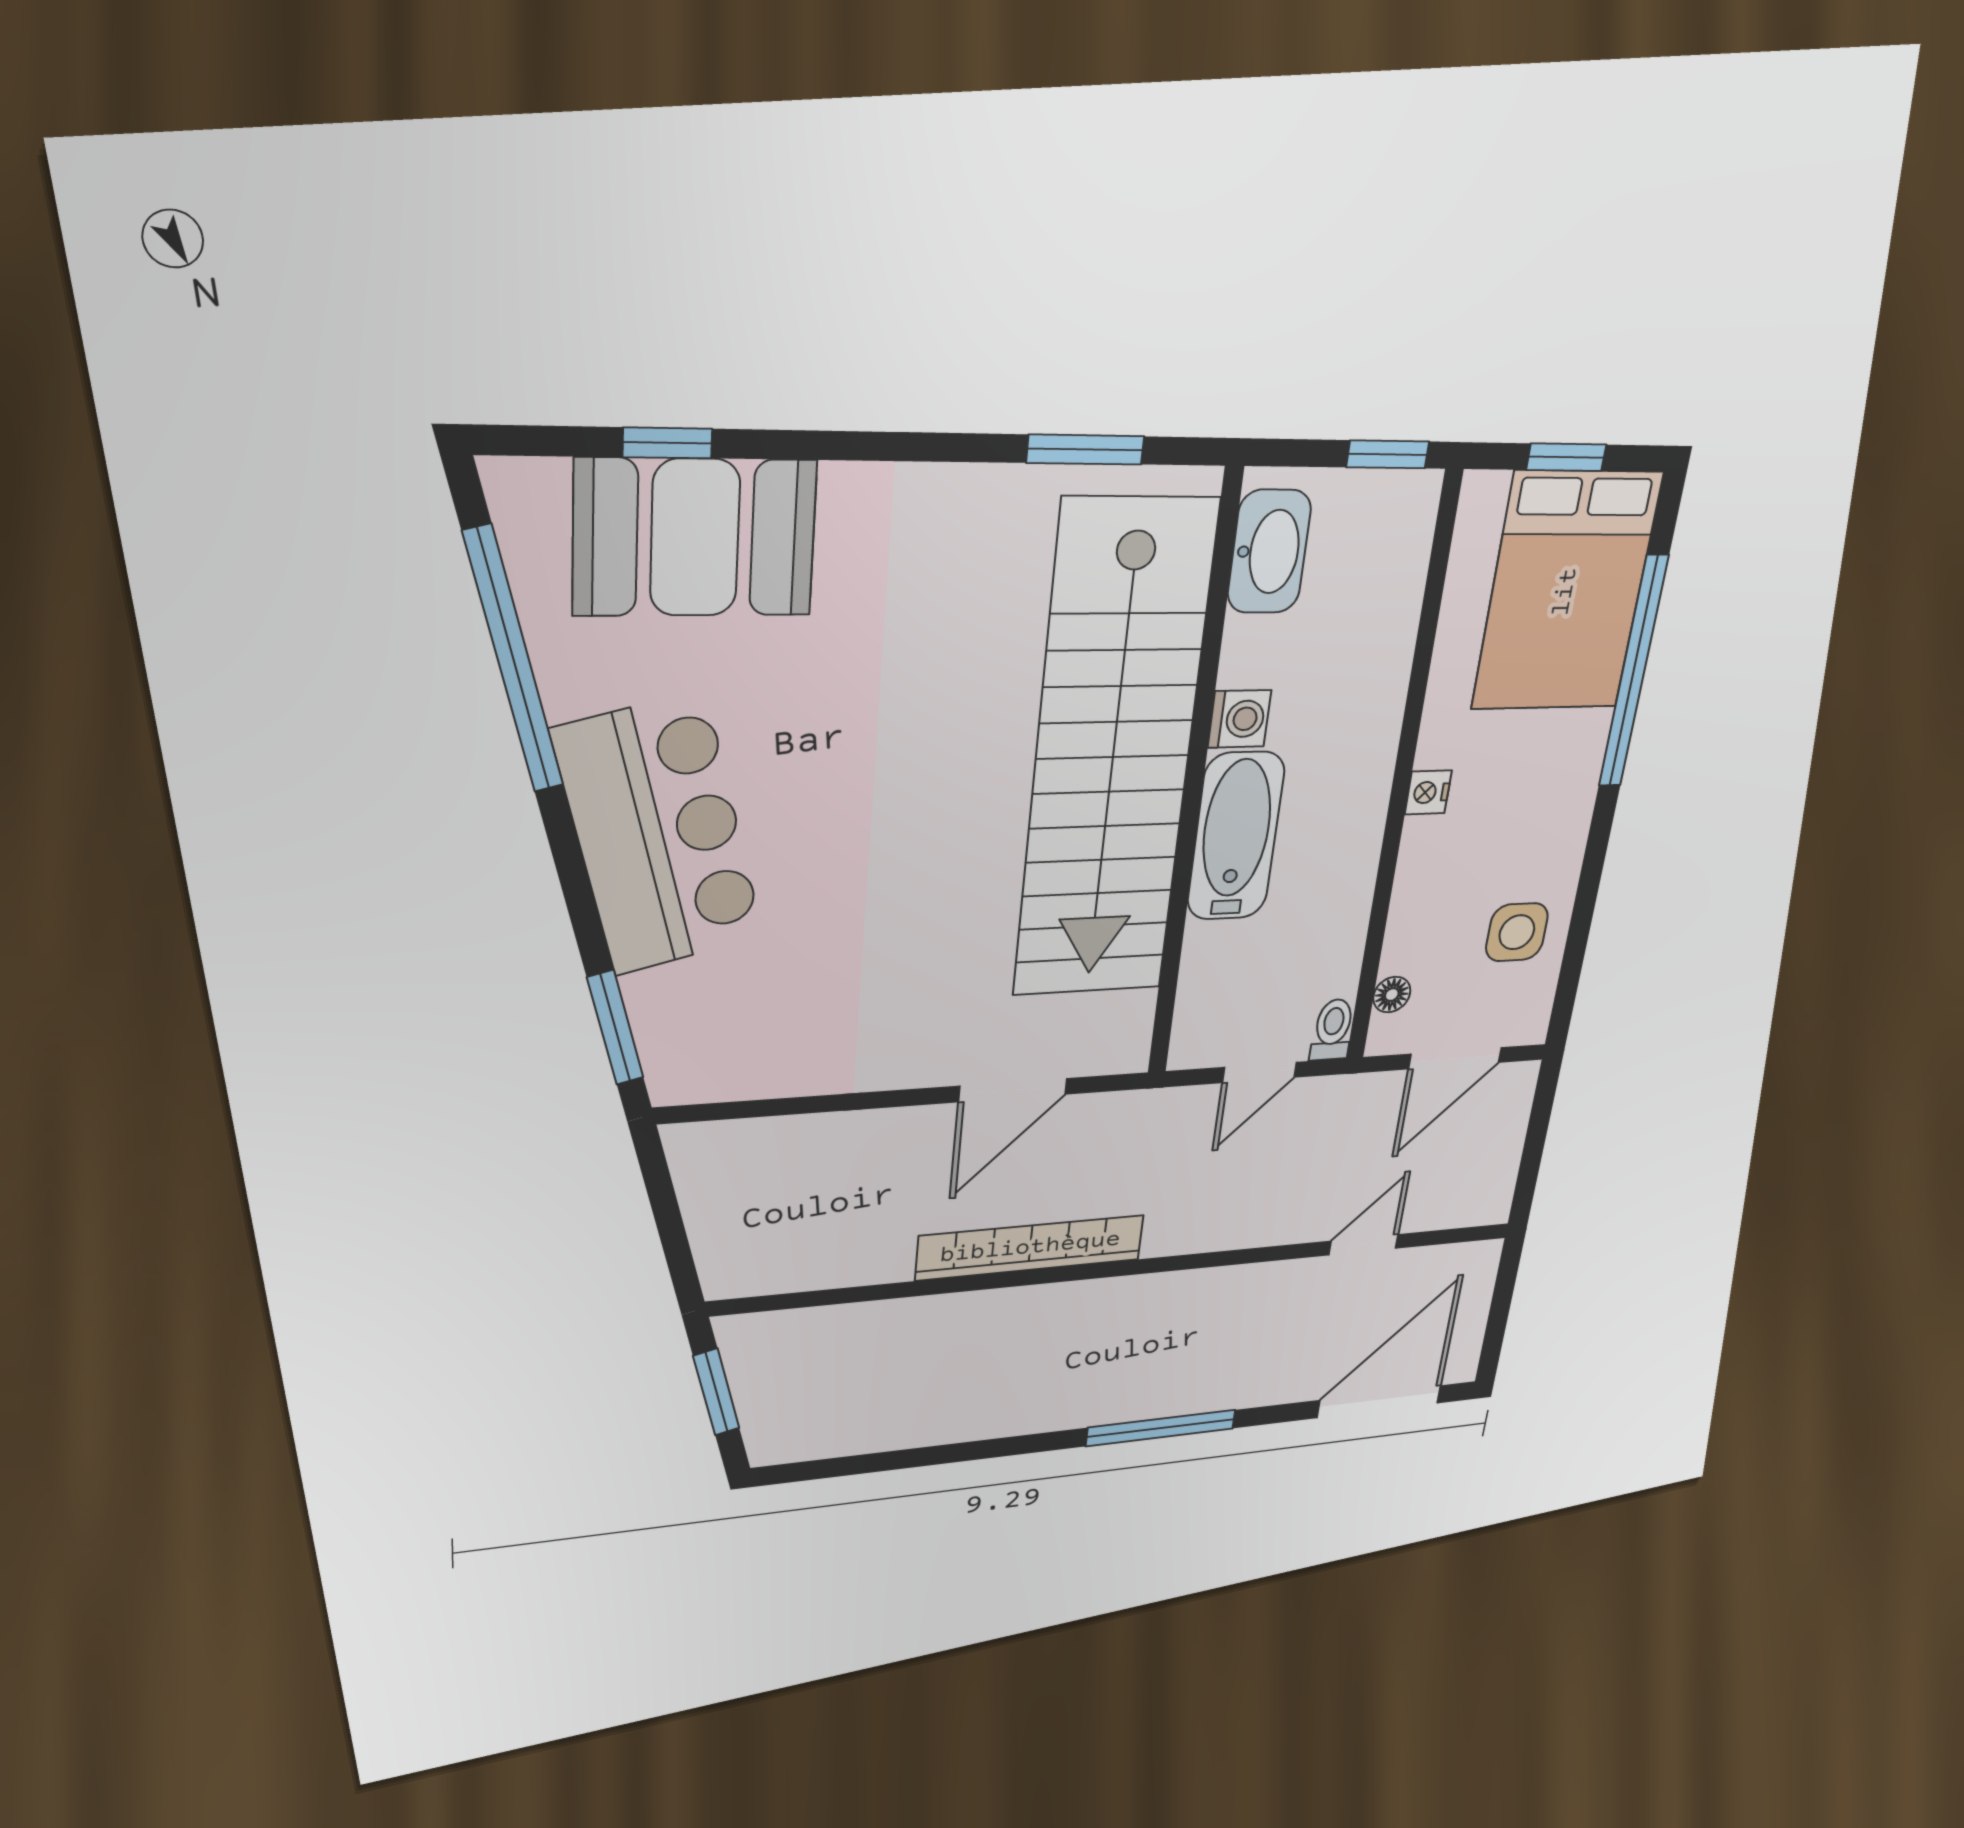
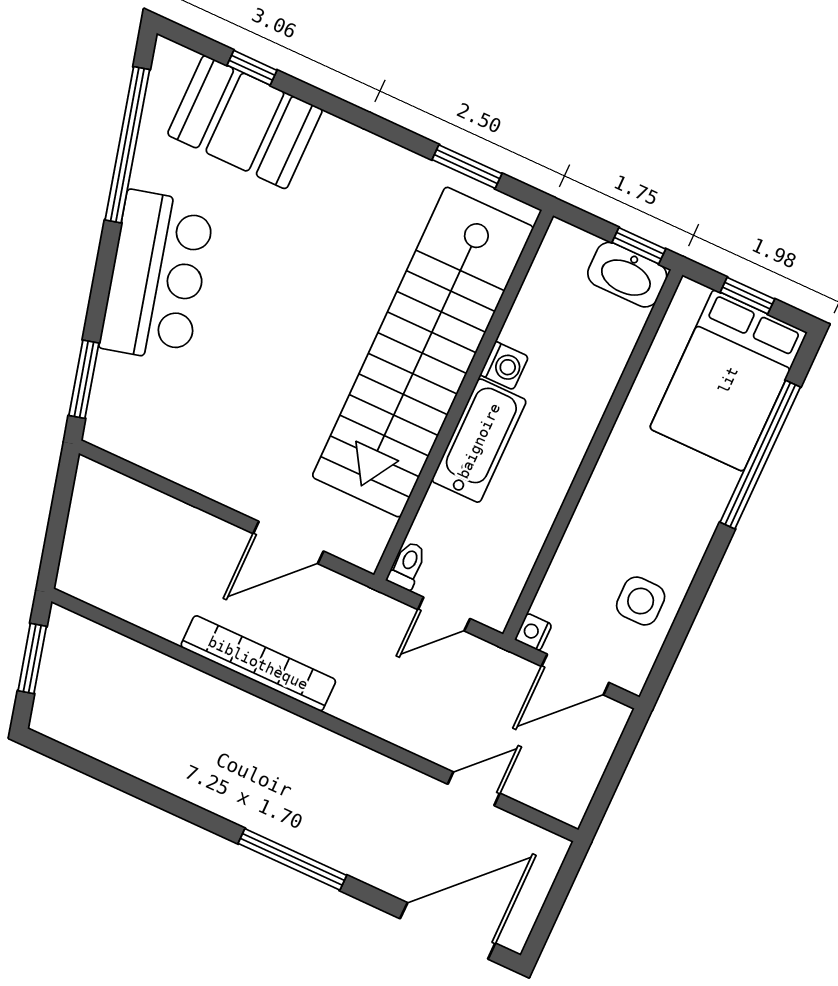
washbasin: (1269, 552) -> (627, 275), moved, turned 90
nightstand: (1428, 792) -> (533, 632), moved
floor lamp: (1392, 995) -> (546, 603), removed
toilet: (1333, 1030) -> (407, 566), moved

